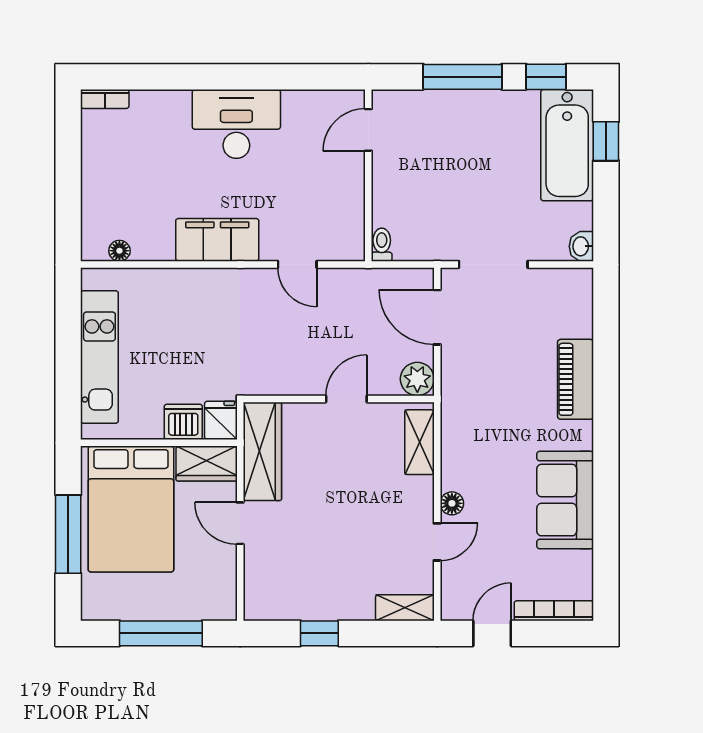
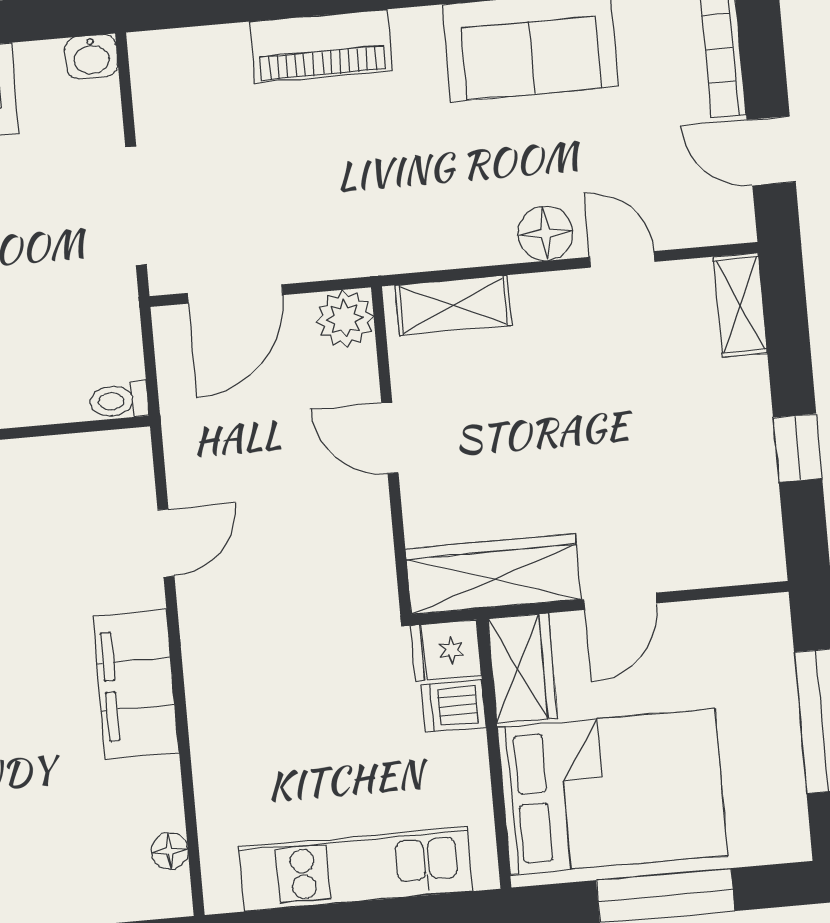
dishwasher: (183, 422) -> (454, 706), width x0.73
floor lamp: (452, 503) -> (545, 233), width x1.37, depth x1.37

